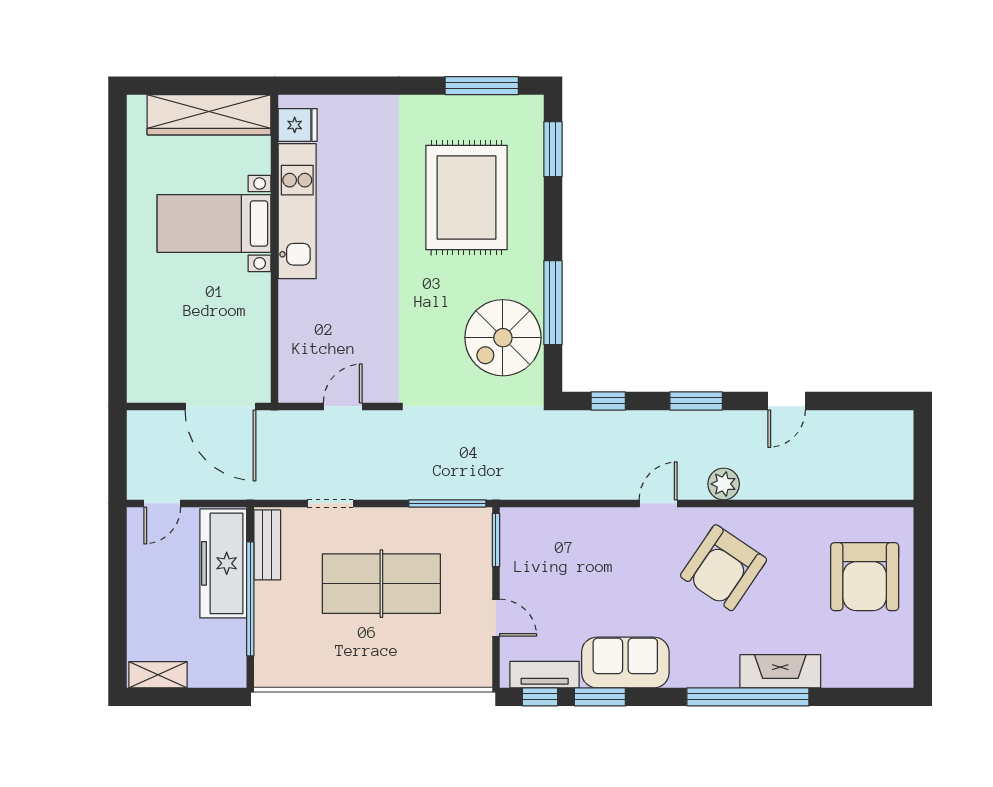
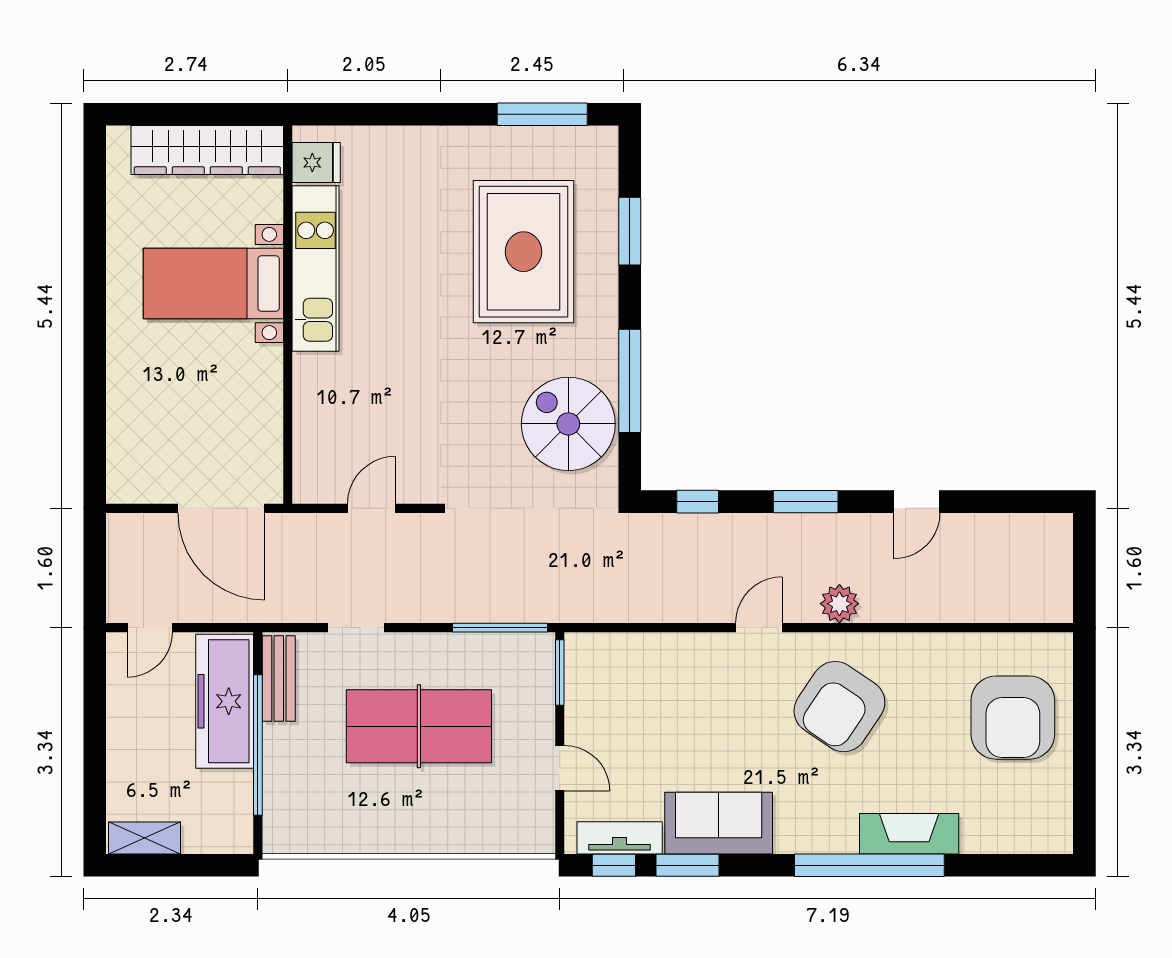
window: (553, 149) -> (630, 231), moved
spiral stairs: (503, 338) -> (568, 424), turned 90

